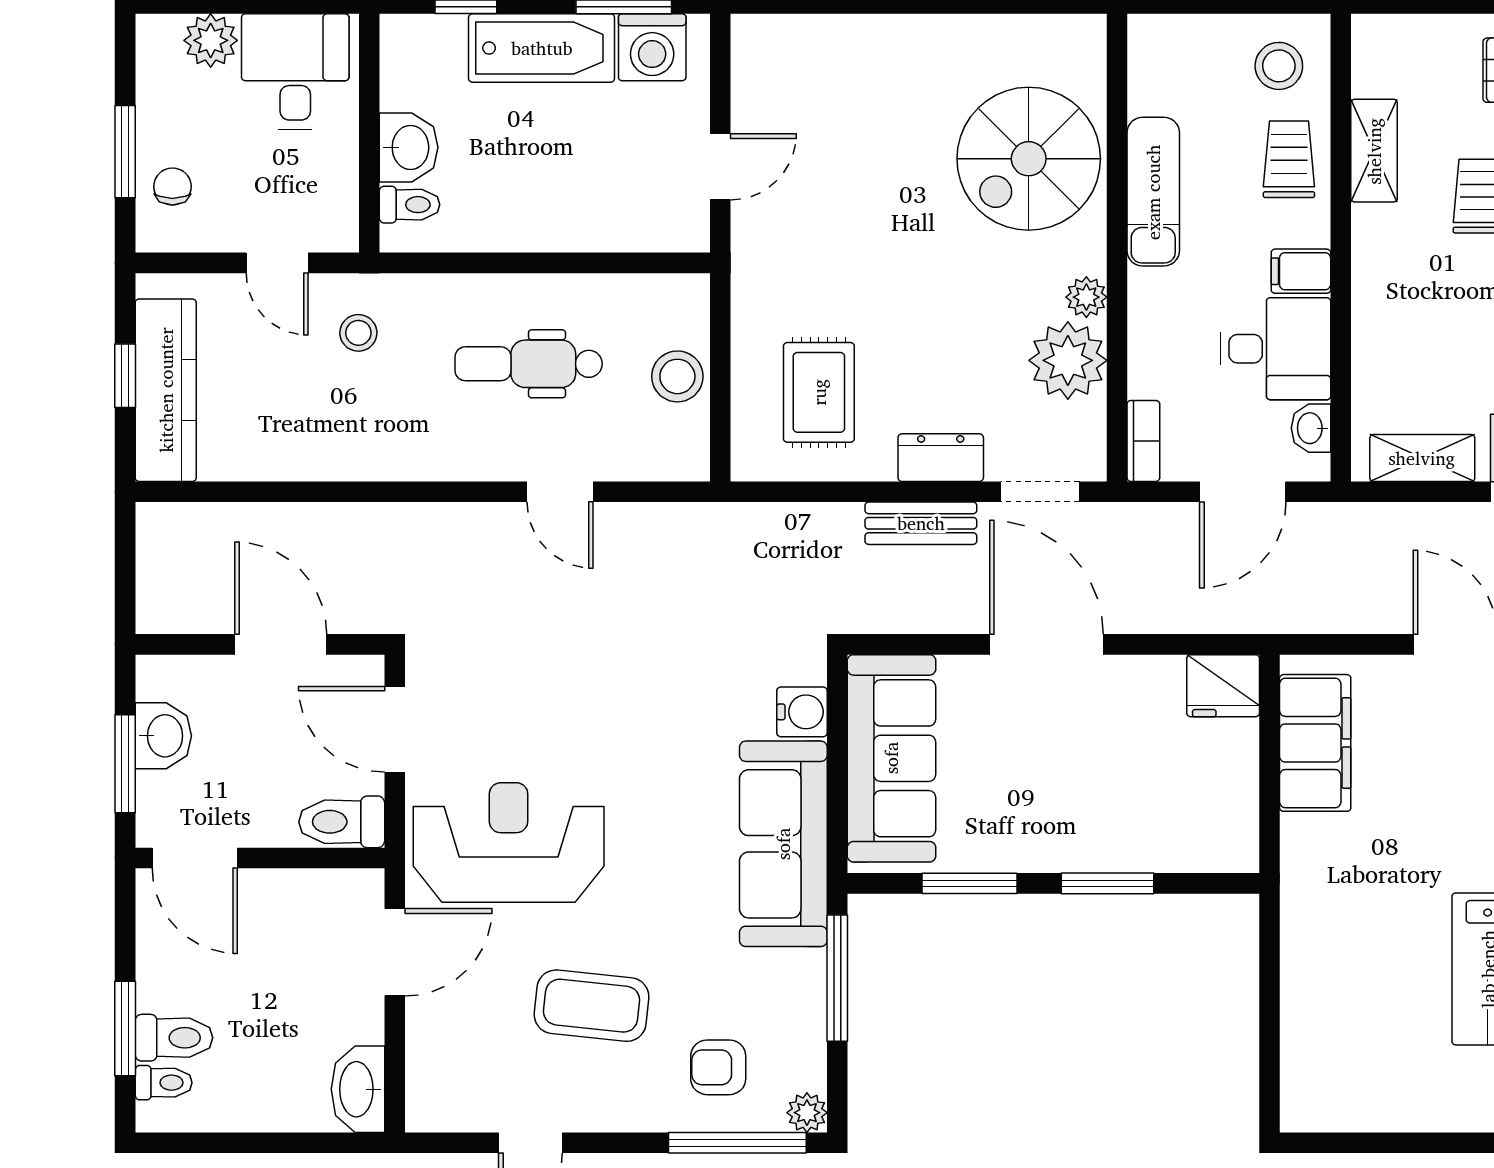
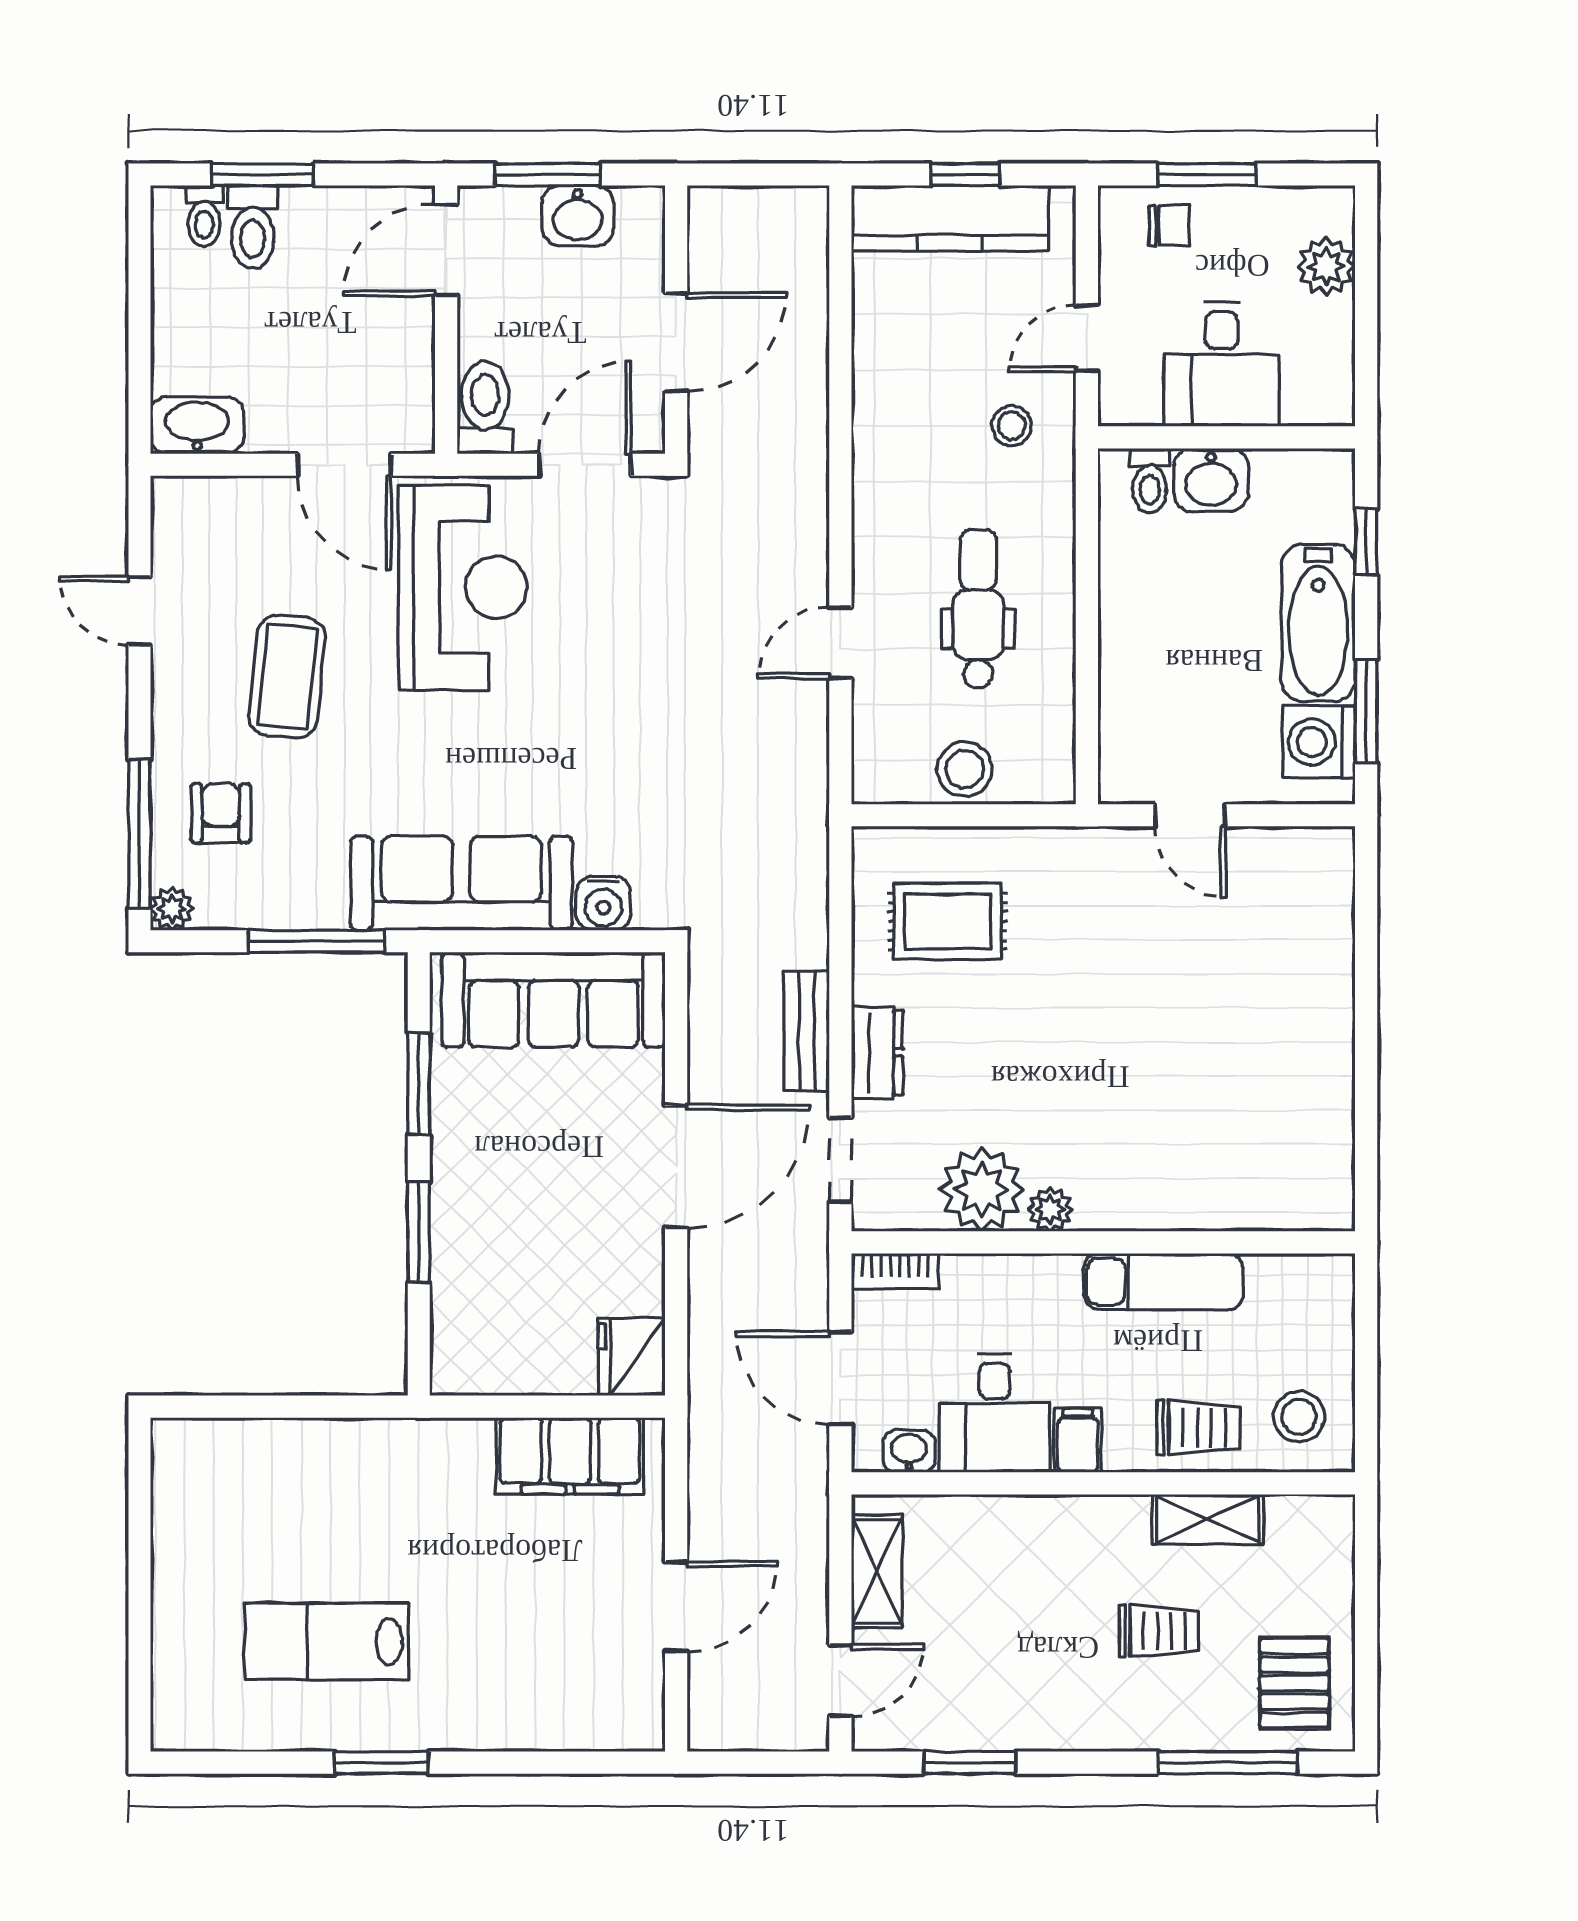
desk: (295, 72) -> (1222, 364), moved, turned 90
spiral stairs: (1029, 159) -> (1199, 1147), removed

